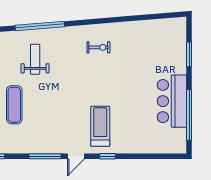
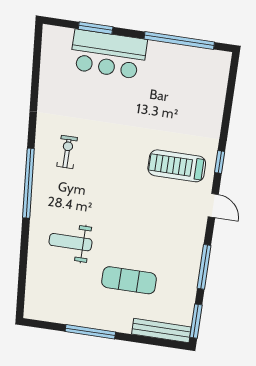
window: (40, 26) -> (28, 183), moved
bar counter: (172, 101) -> (108, 54), moved
window: (45, 156) -> (204, 267), moved

